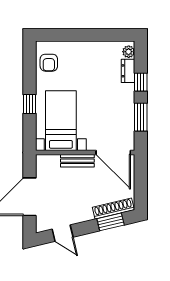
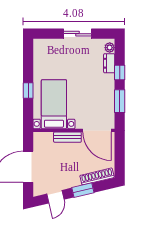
sliding door: (90, 35) -> (78, 34), added
armchair: (49, 63) -> (44, 56), removed
window: (111, 222) -> (83, 190), moved
door: (63, 233) -> (55, 197), hinge flipped

